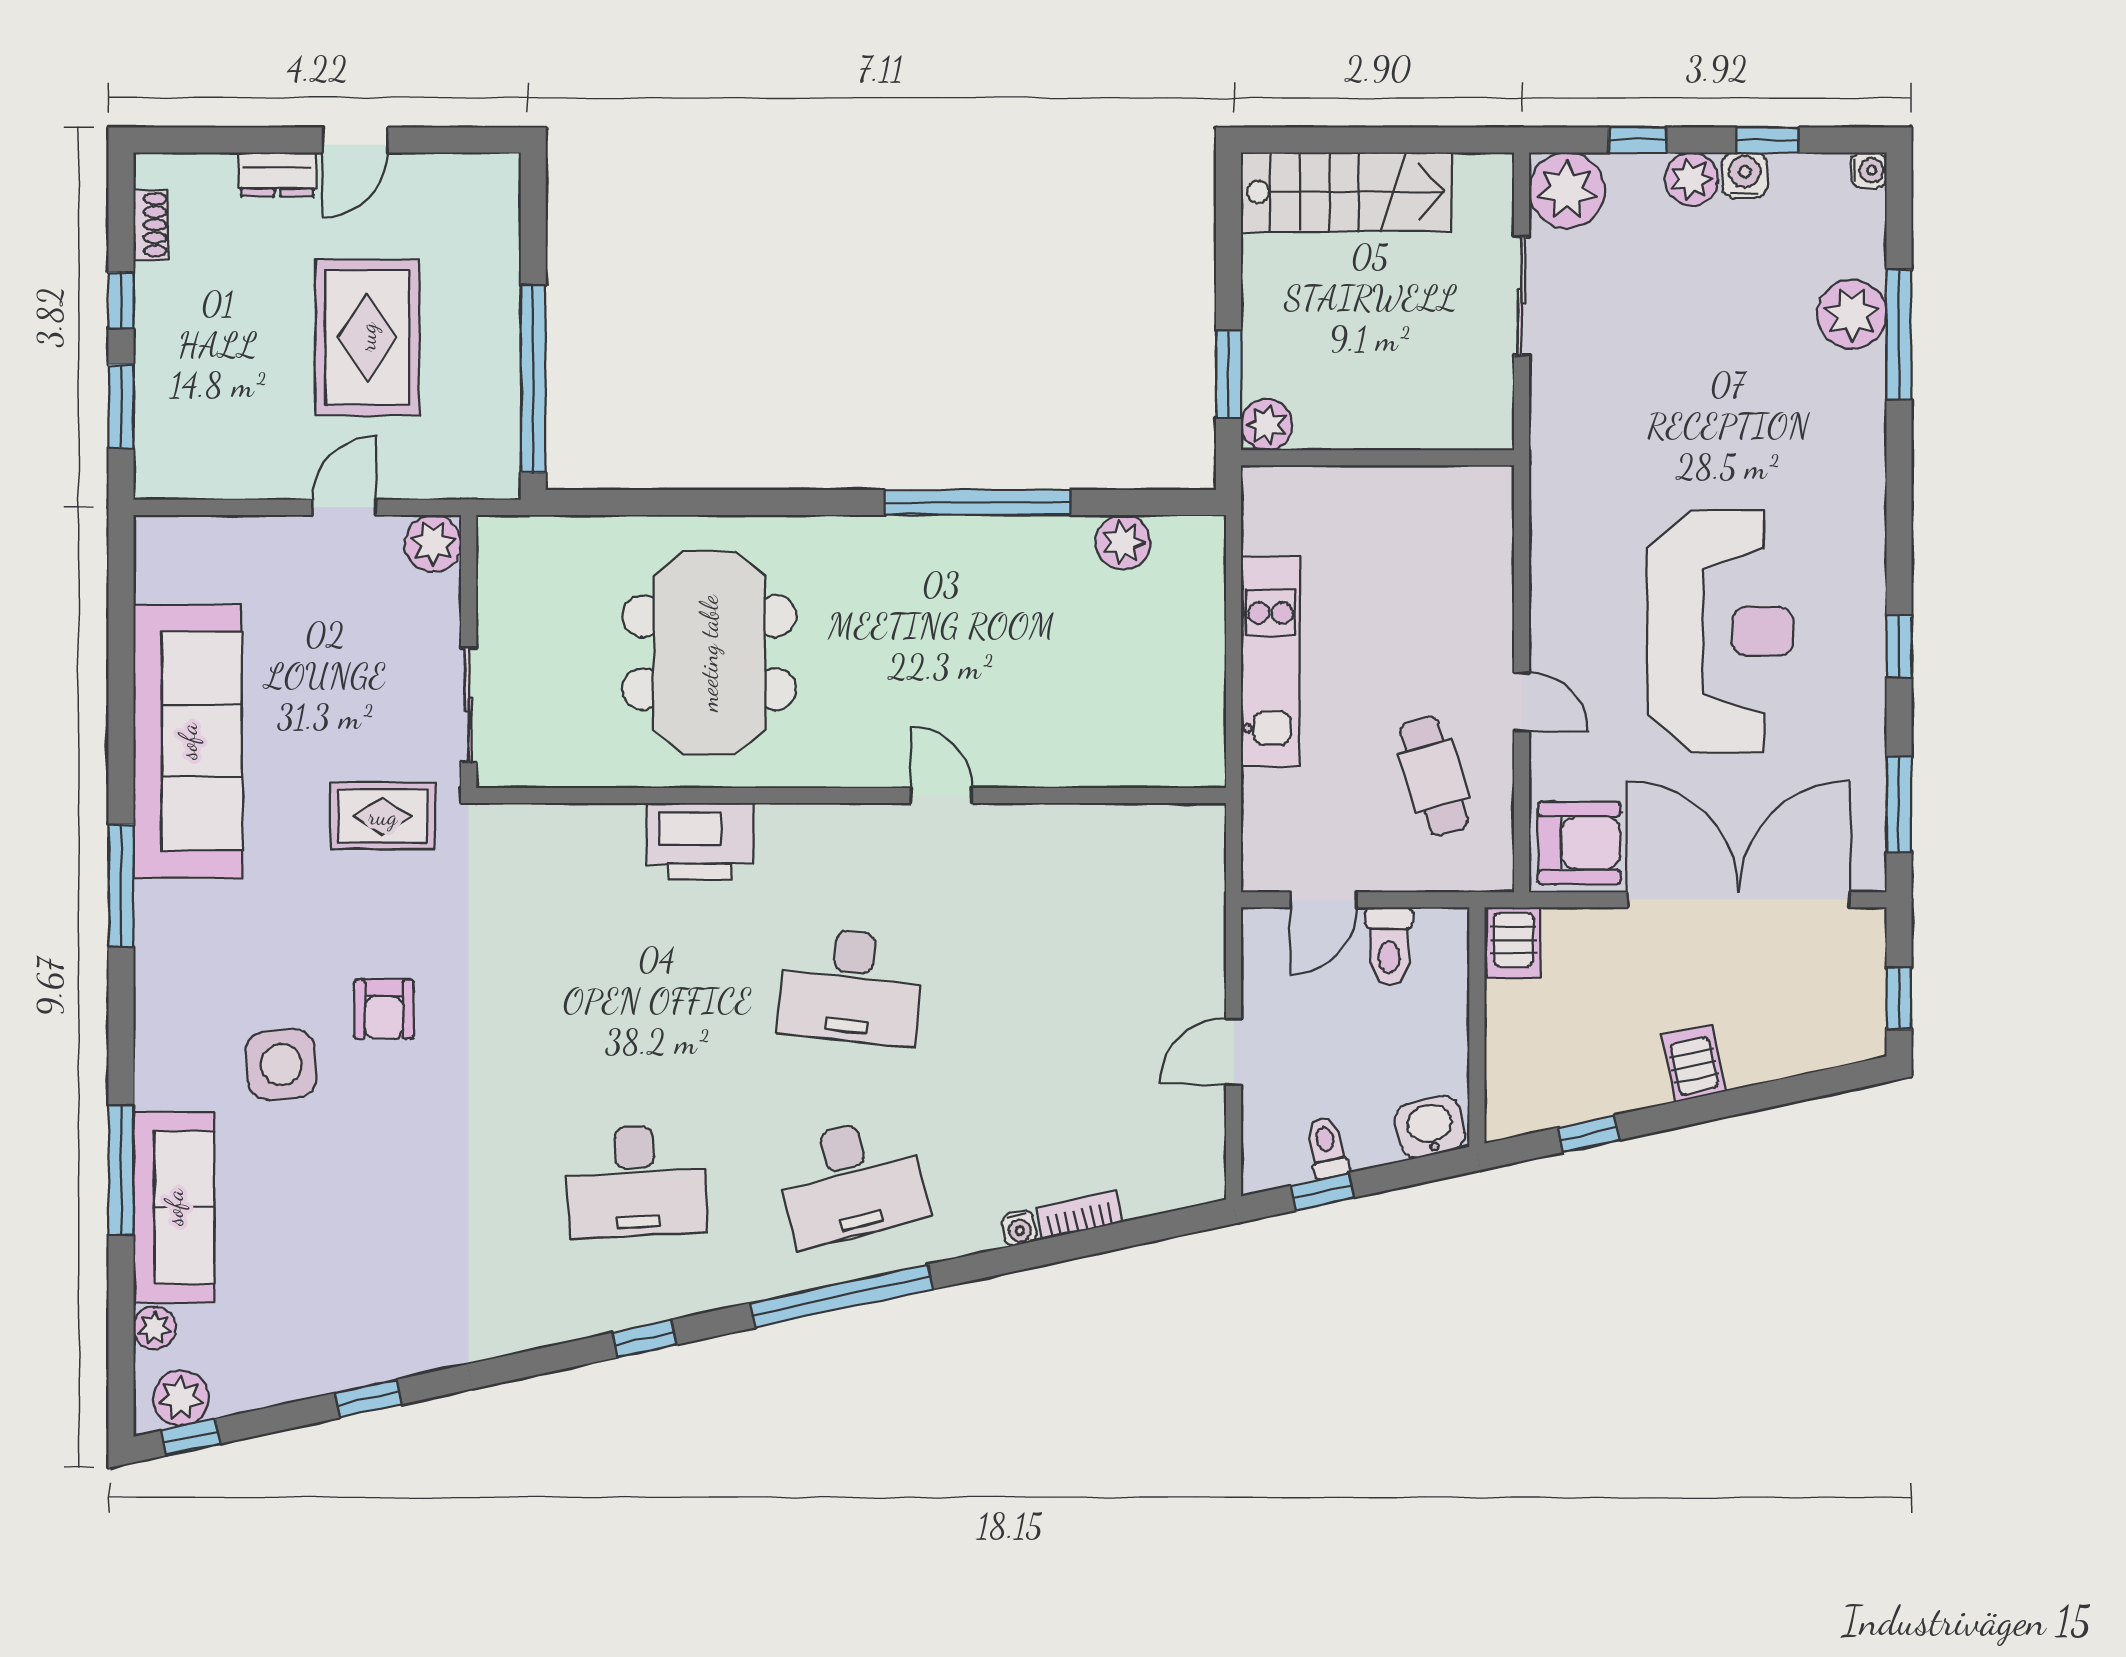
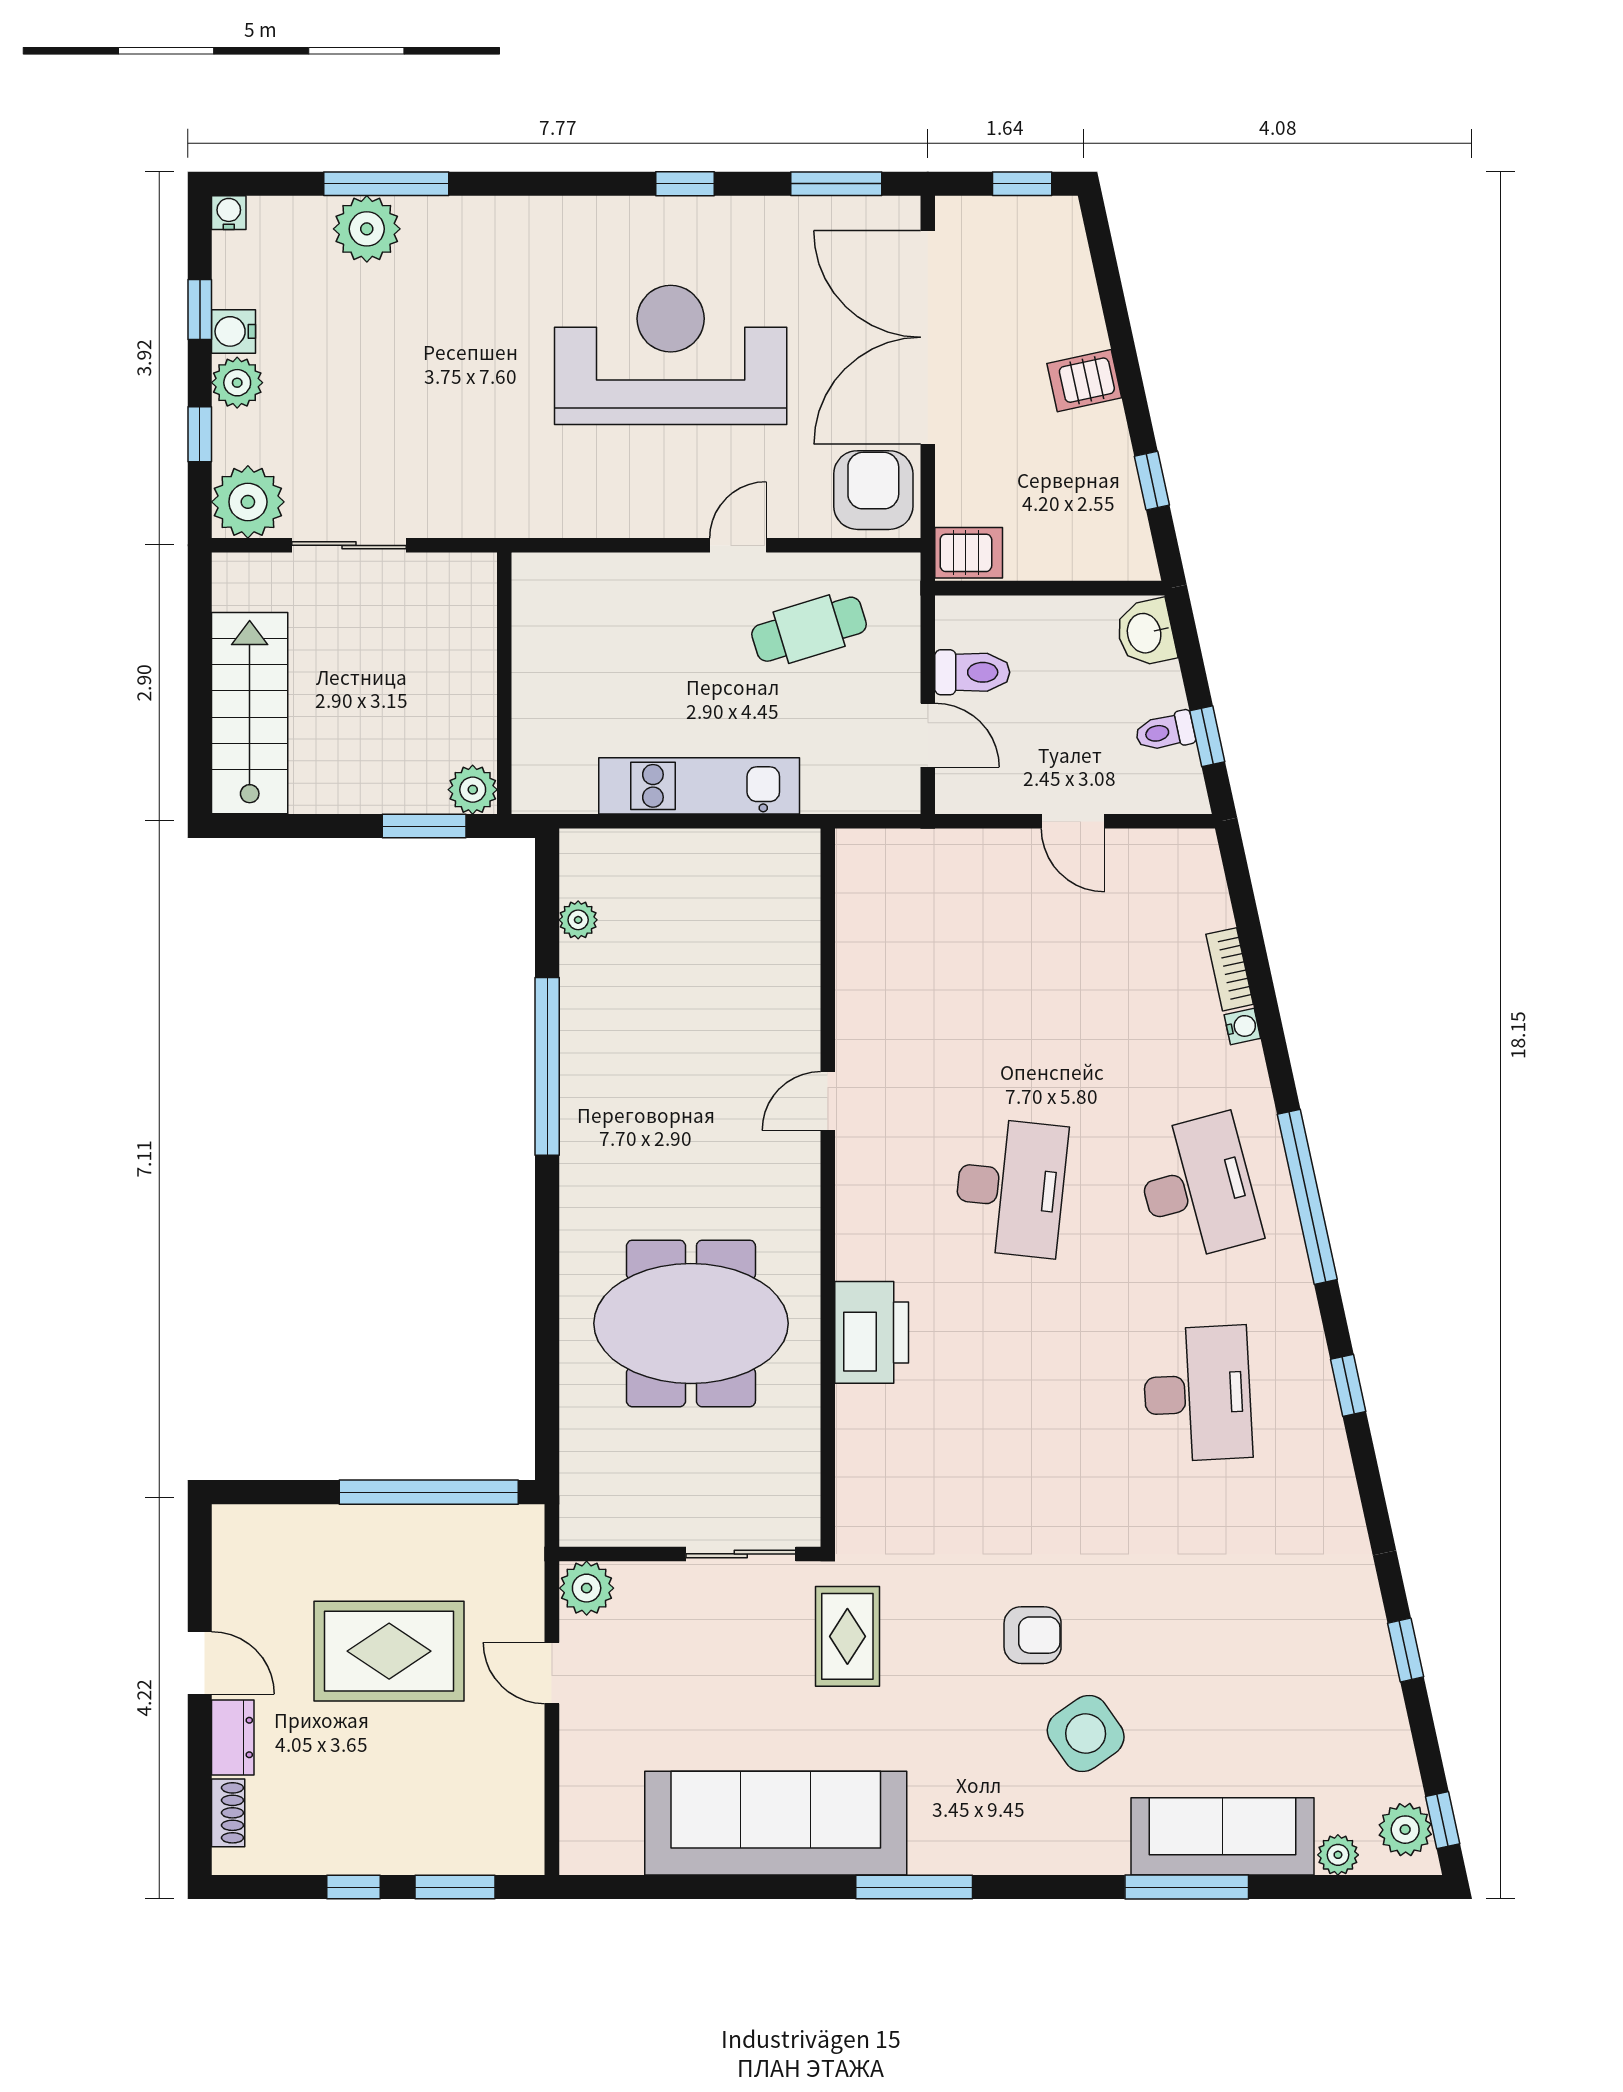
shoe rack: (151, 225) -> (228, 1813), moved, turned 90
plant: (1123, 542) -> (578, 920), width x0.73, depth x0.73
side table: (281, 1065) -> (1086, 1734), turned -31

